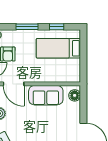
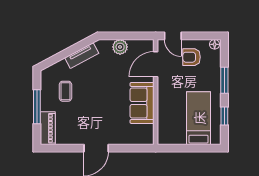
floor lamp: (75, 95) -> (142, 138), removed

